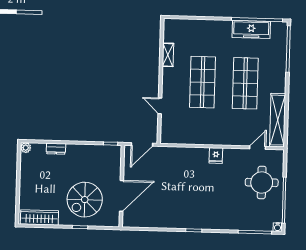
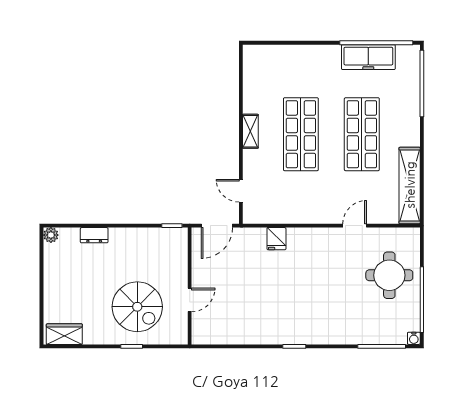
shelving: (168, 55) -> (250, 131), moved
door: (160, 106) -> (241, 191), moved
door: (258, 148) -> (355, 226), moved
fridge: (216, 156) -> (276, 239), moved
door: (121, 196) -> (190, 300), width x0.53
spiral stairs: (85, 200) -> (137, 307), turned -90
wardrobe: (39, 217) -> (64, 334), width x0.67

